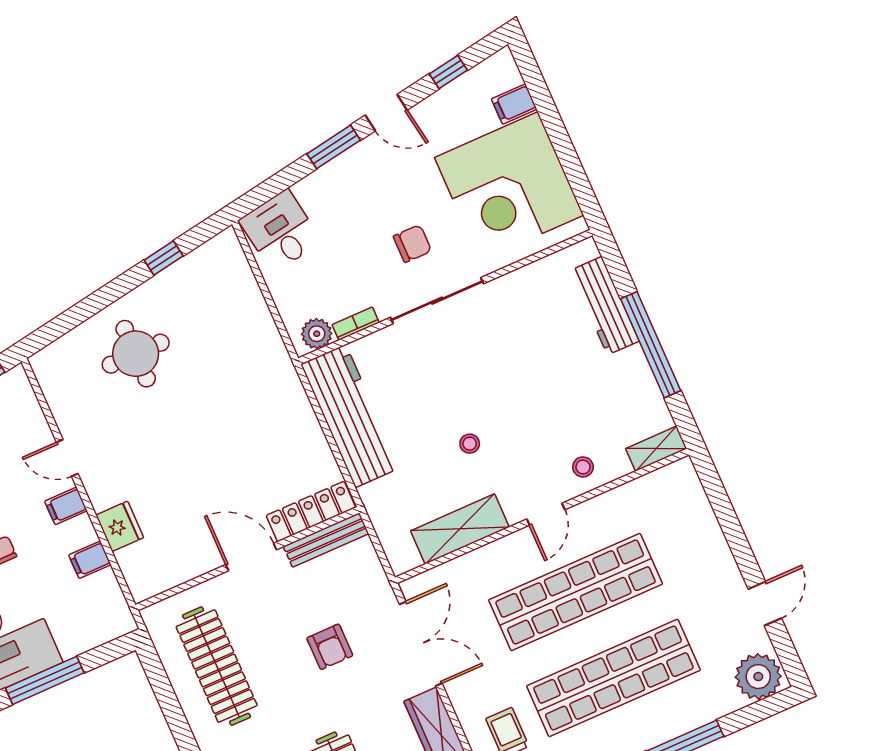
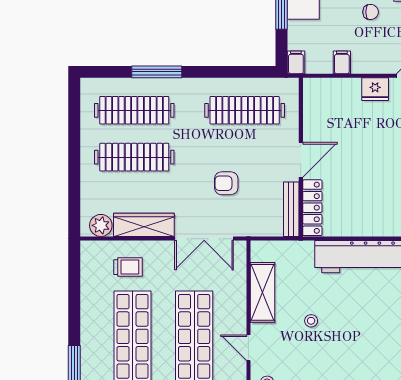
filing cabinet: (66, 506) -> (296, 62), moved
fridge: (120, 526) -> (375, 89), moved

